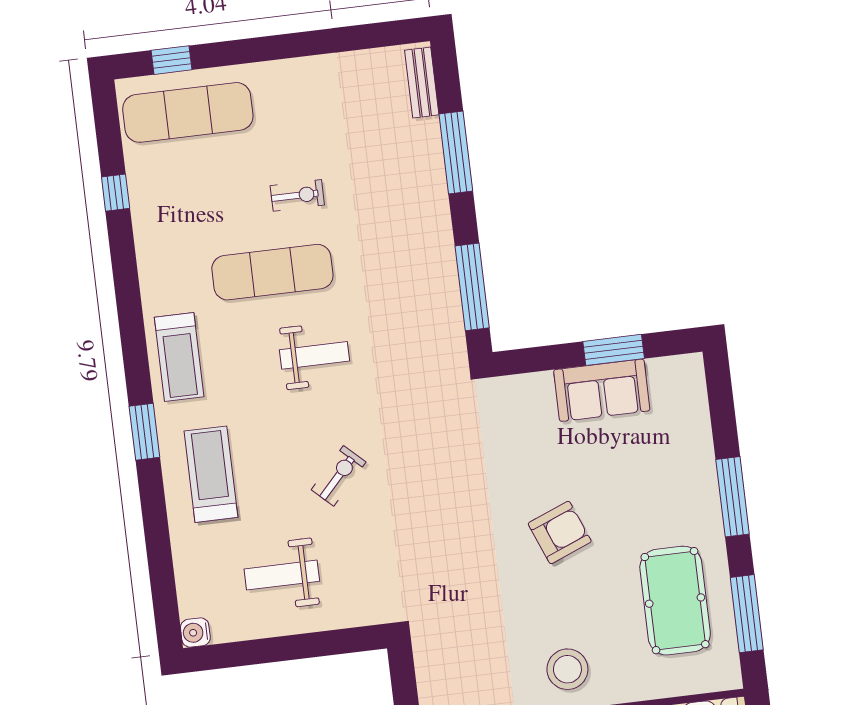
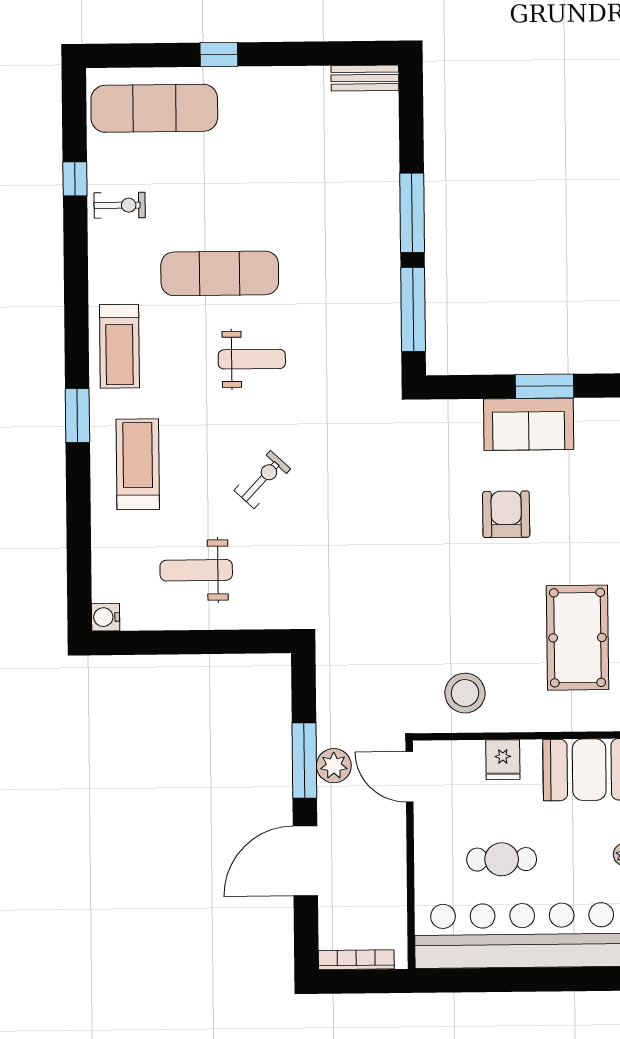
window: (172, 60) -> (219, 55), moved
bench: (422, 83) -> (365, 78), moved, turned 90
window: (456, 152) -> (412, 213), moved
exercise bike: (297, 195) -> (120, 205), moved
armchair: (560, 532) -> (506, 514), moved, turned -68

